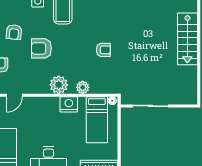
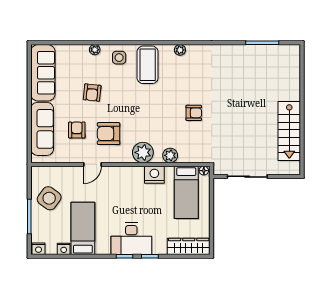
stairs: (187, 39) -> (289, 131), moved
armchair: (41, 48) -> (109, 134), moved

